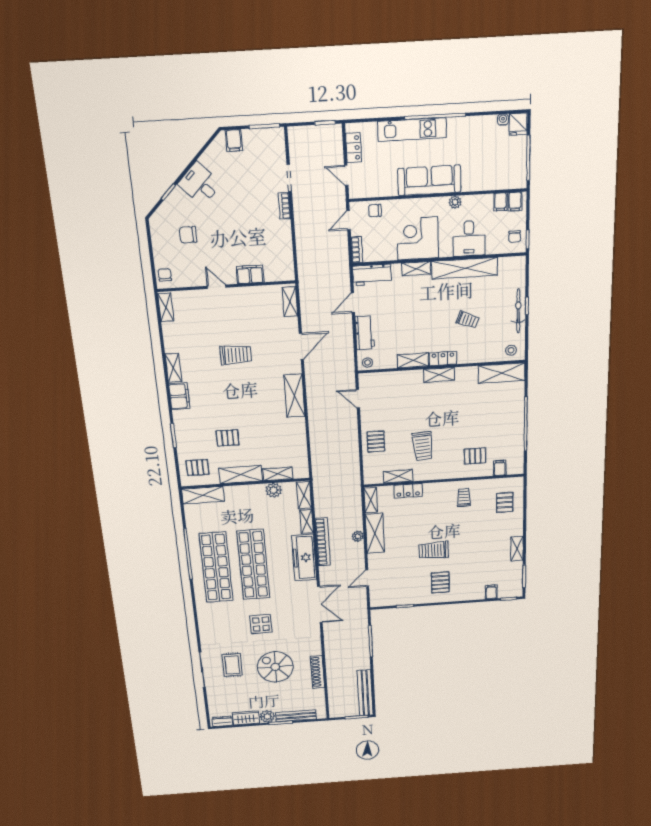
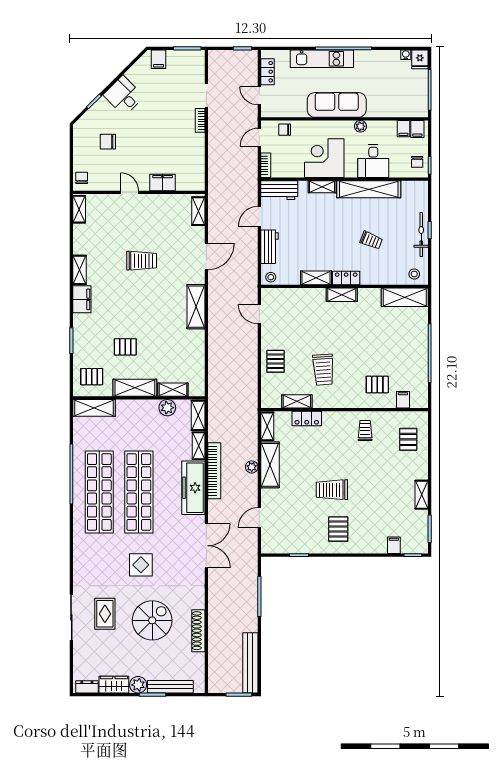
spiral stairs: (275, 667) -> (152, 620), turned 90

